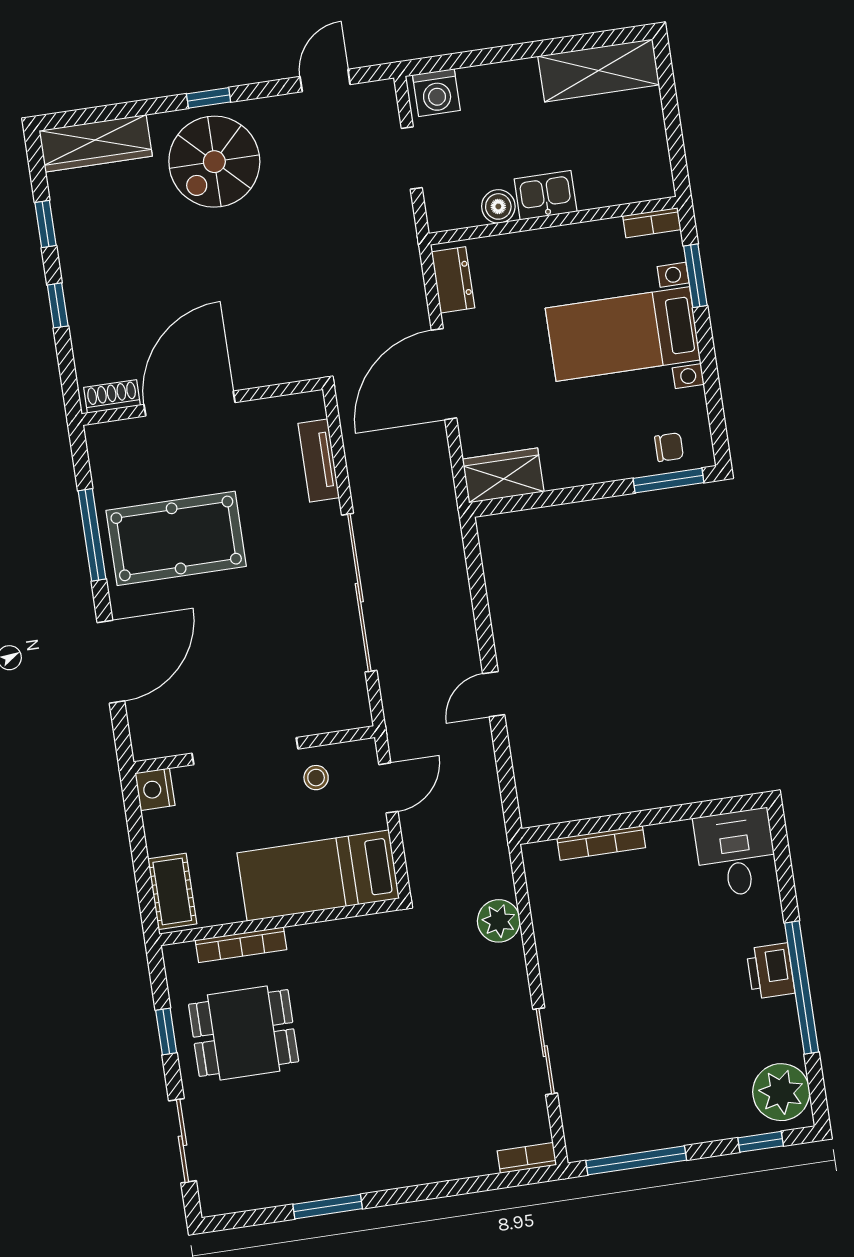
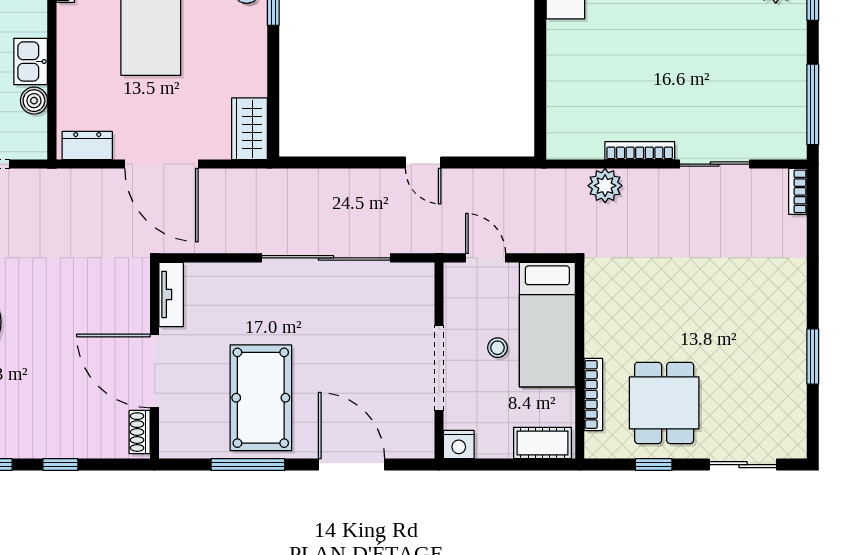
tv unit: (319, 461) -> (171, 294), moved, turned -90
stool: (316, 778) -> (498, 348), moved
bookcase: (601, 843) -> (640, 151), moved, turned -90

